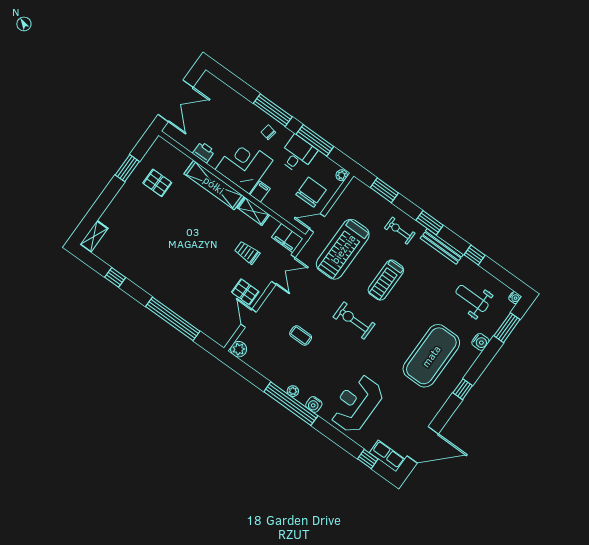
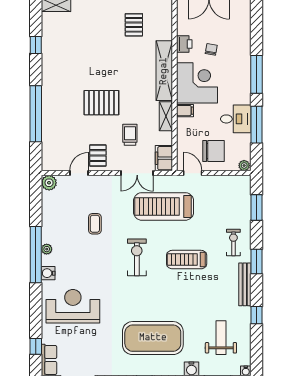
chair: (268, 132) -> (211, 49), moved
treadmill: (343, 249) -> (164, 206), moved
pallet: (203, 257) -> (101, 103), added

